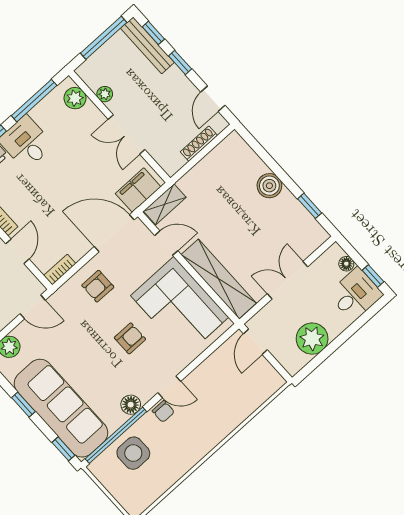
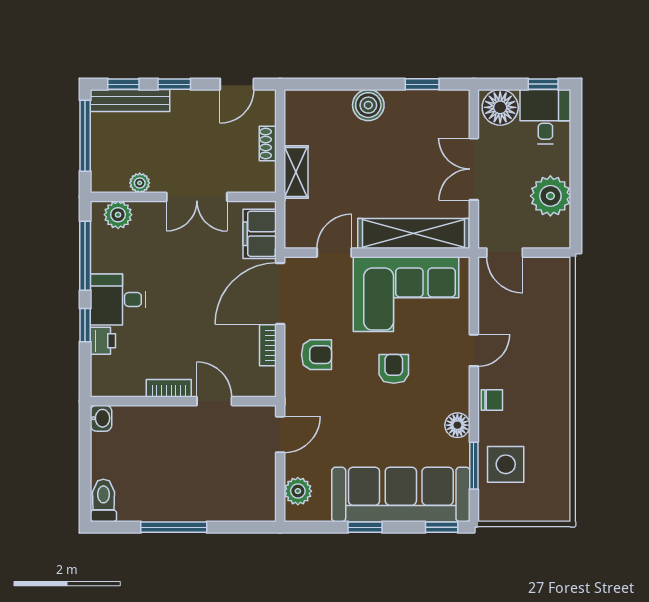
door: (213, 99) -> (237, 84), hinge flipped
shoe rack: (199, 144) -> (268, 143), width x0.70
shelving: (165, 204) -> (296, 172), moved
floor lamp: (346, 264) -> (500, 107), width x1.89, depth x1.89
bookcase: (60, 270) -> (268, 345), moved
armchair: (98, 286) -> (316, 355), turned -90
door: (169, 387) -> (474, 350), moved
window: (116, 435) -> (474, 466), width x0.47

